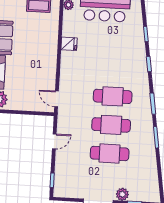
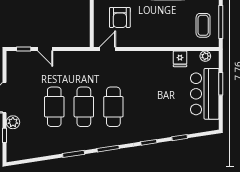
fridge: (69, 44) -> (180, 59), moved
armchair: (27, 85) -> (120, 17), added
door: (54, 141) -> (45, 49), moved

